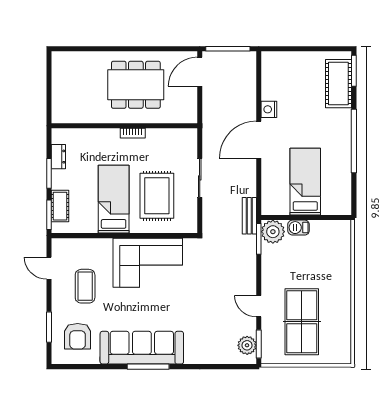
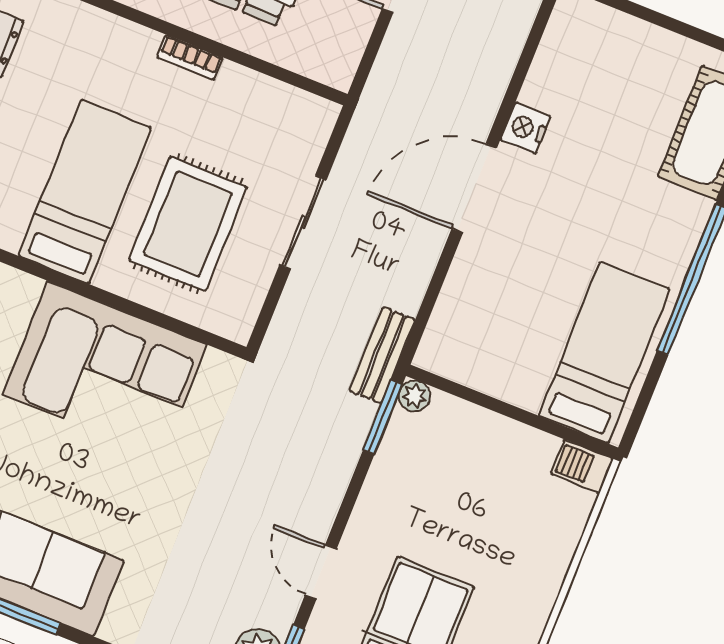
bed: (305, 182) -> (604, 352), moved
barbecue: (299, 228) -> (582, 467), moved
plant: (273, 232) -> (414, 396), width x0.53, depth x0.53

